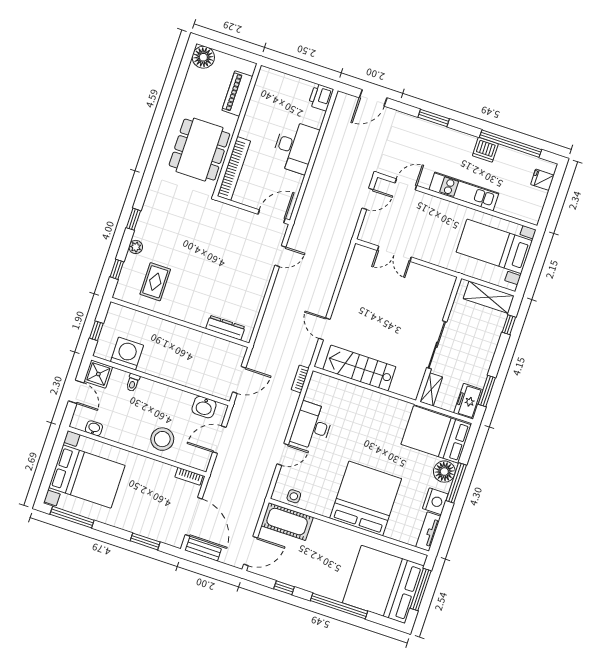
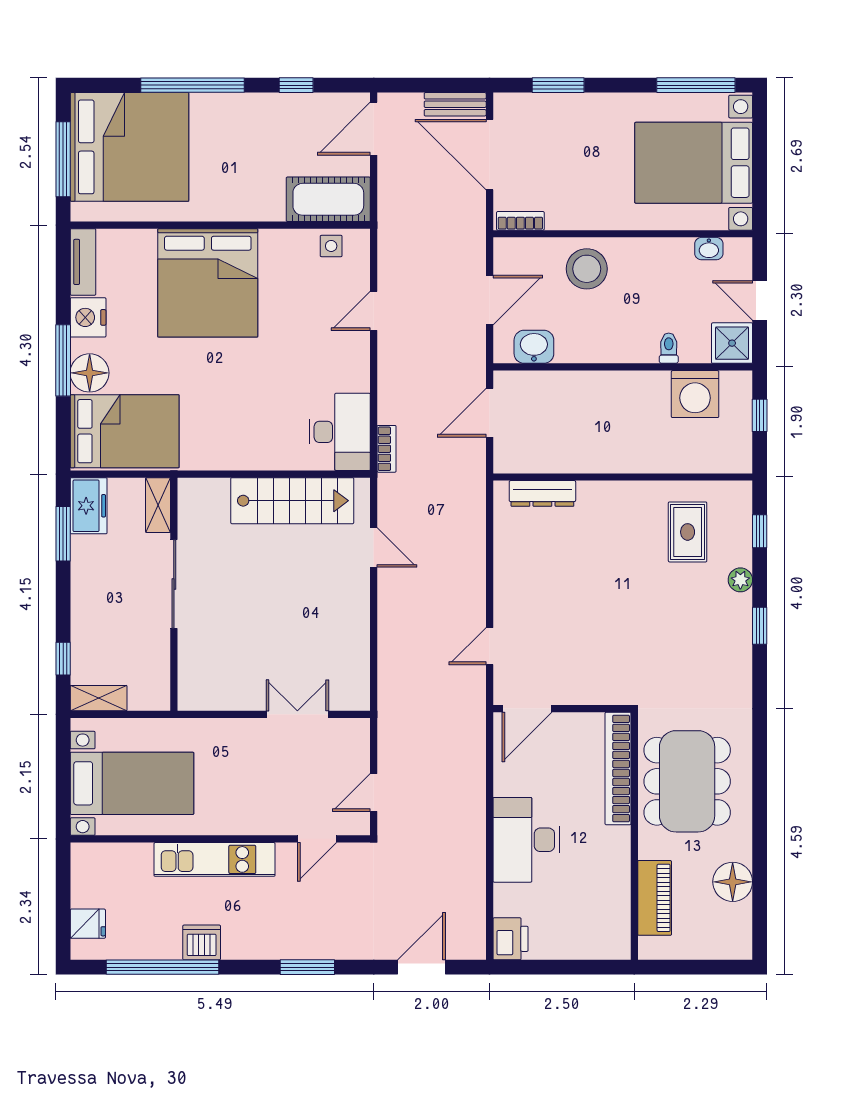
floor lamp: (203, 57) -> (733, 882), moved
shelving: (489, 297) -> (99, 698), width x0.67, depth x0.75
desk: (312, 426) -> (340, 432), moved

